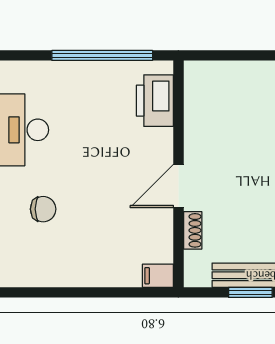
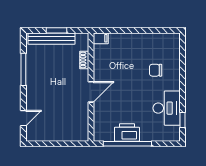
printer: (155, 101) -> (127, 132), moved, turned -90
door: (178, 186) -> (91, 92), moved

